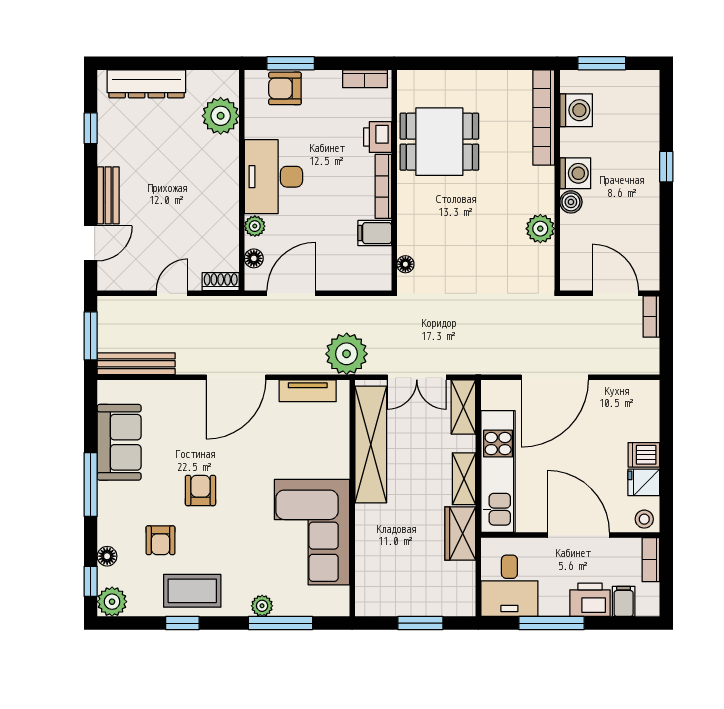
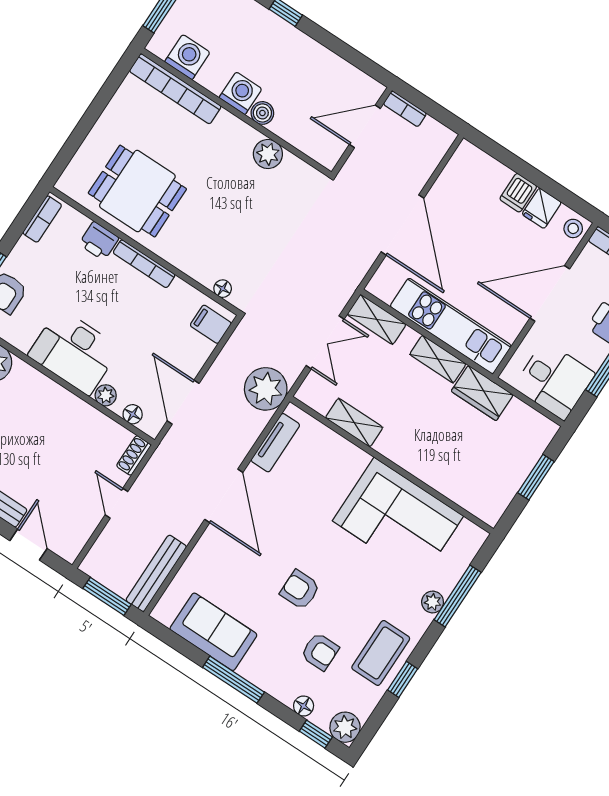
dining table: (439, 142) -> (137, 191), turned 90
filing cabinet: (375, 233) -> (211, 324), moved, turned 90
shelving: (371, 445) -> (354, 423), width x0.45, depth x0.75

